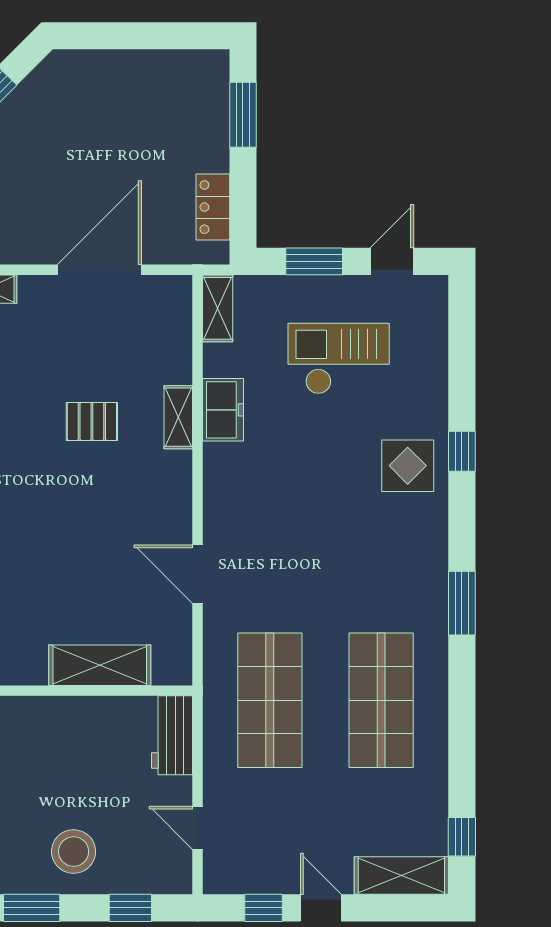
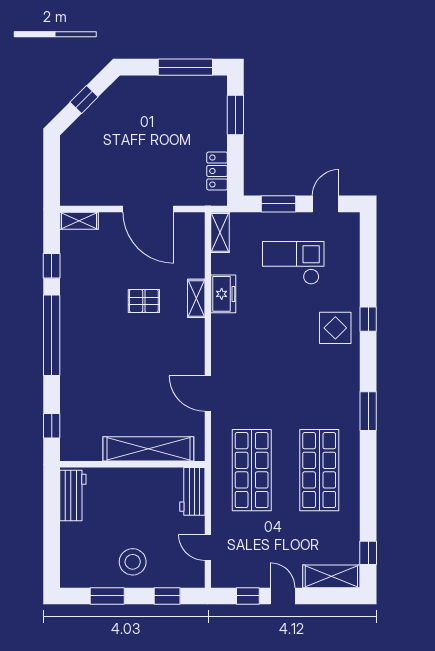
window: (161, 36) -> (185, 67), added
door: (99, 270) -> (148, 209), swing flipped
shelving: (100, 665) -> (148, 449), width x1.47

